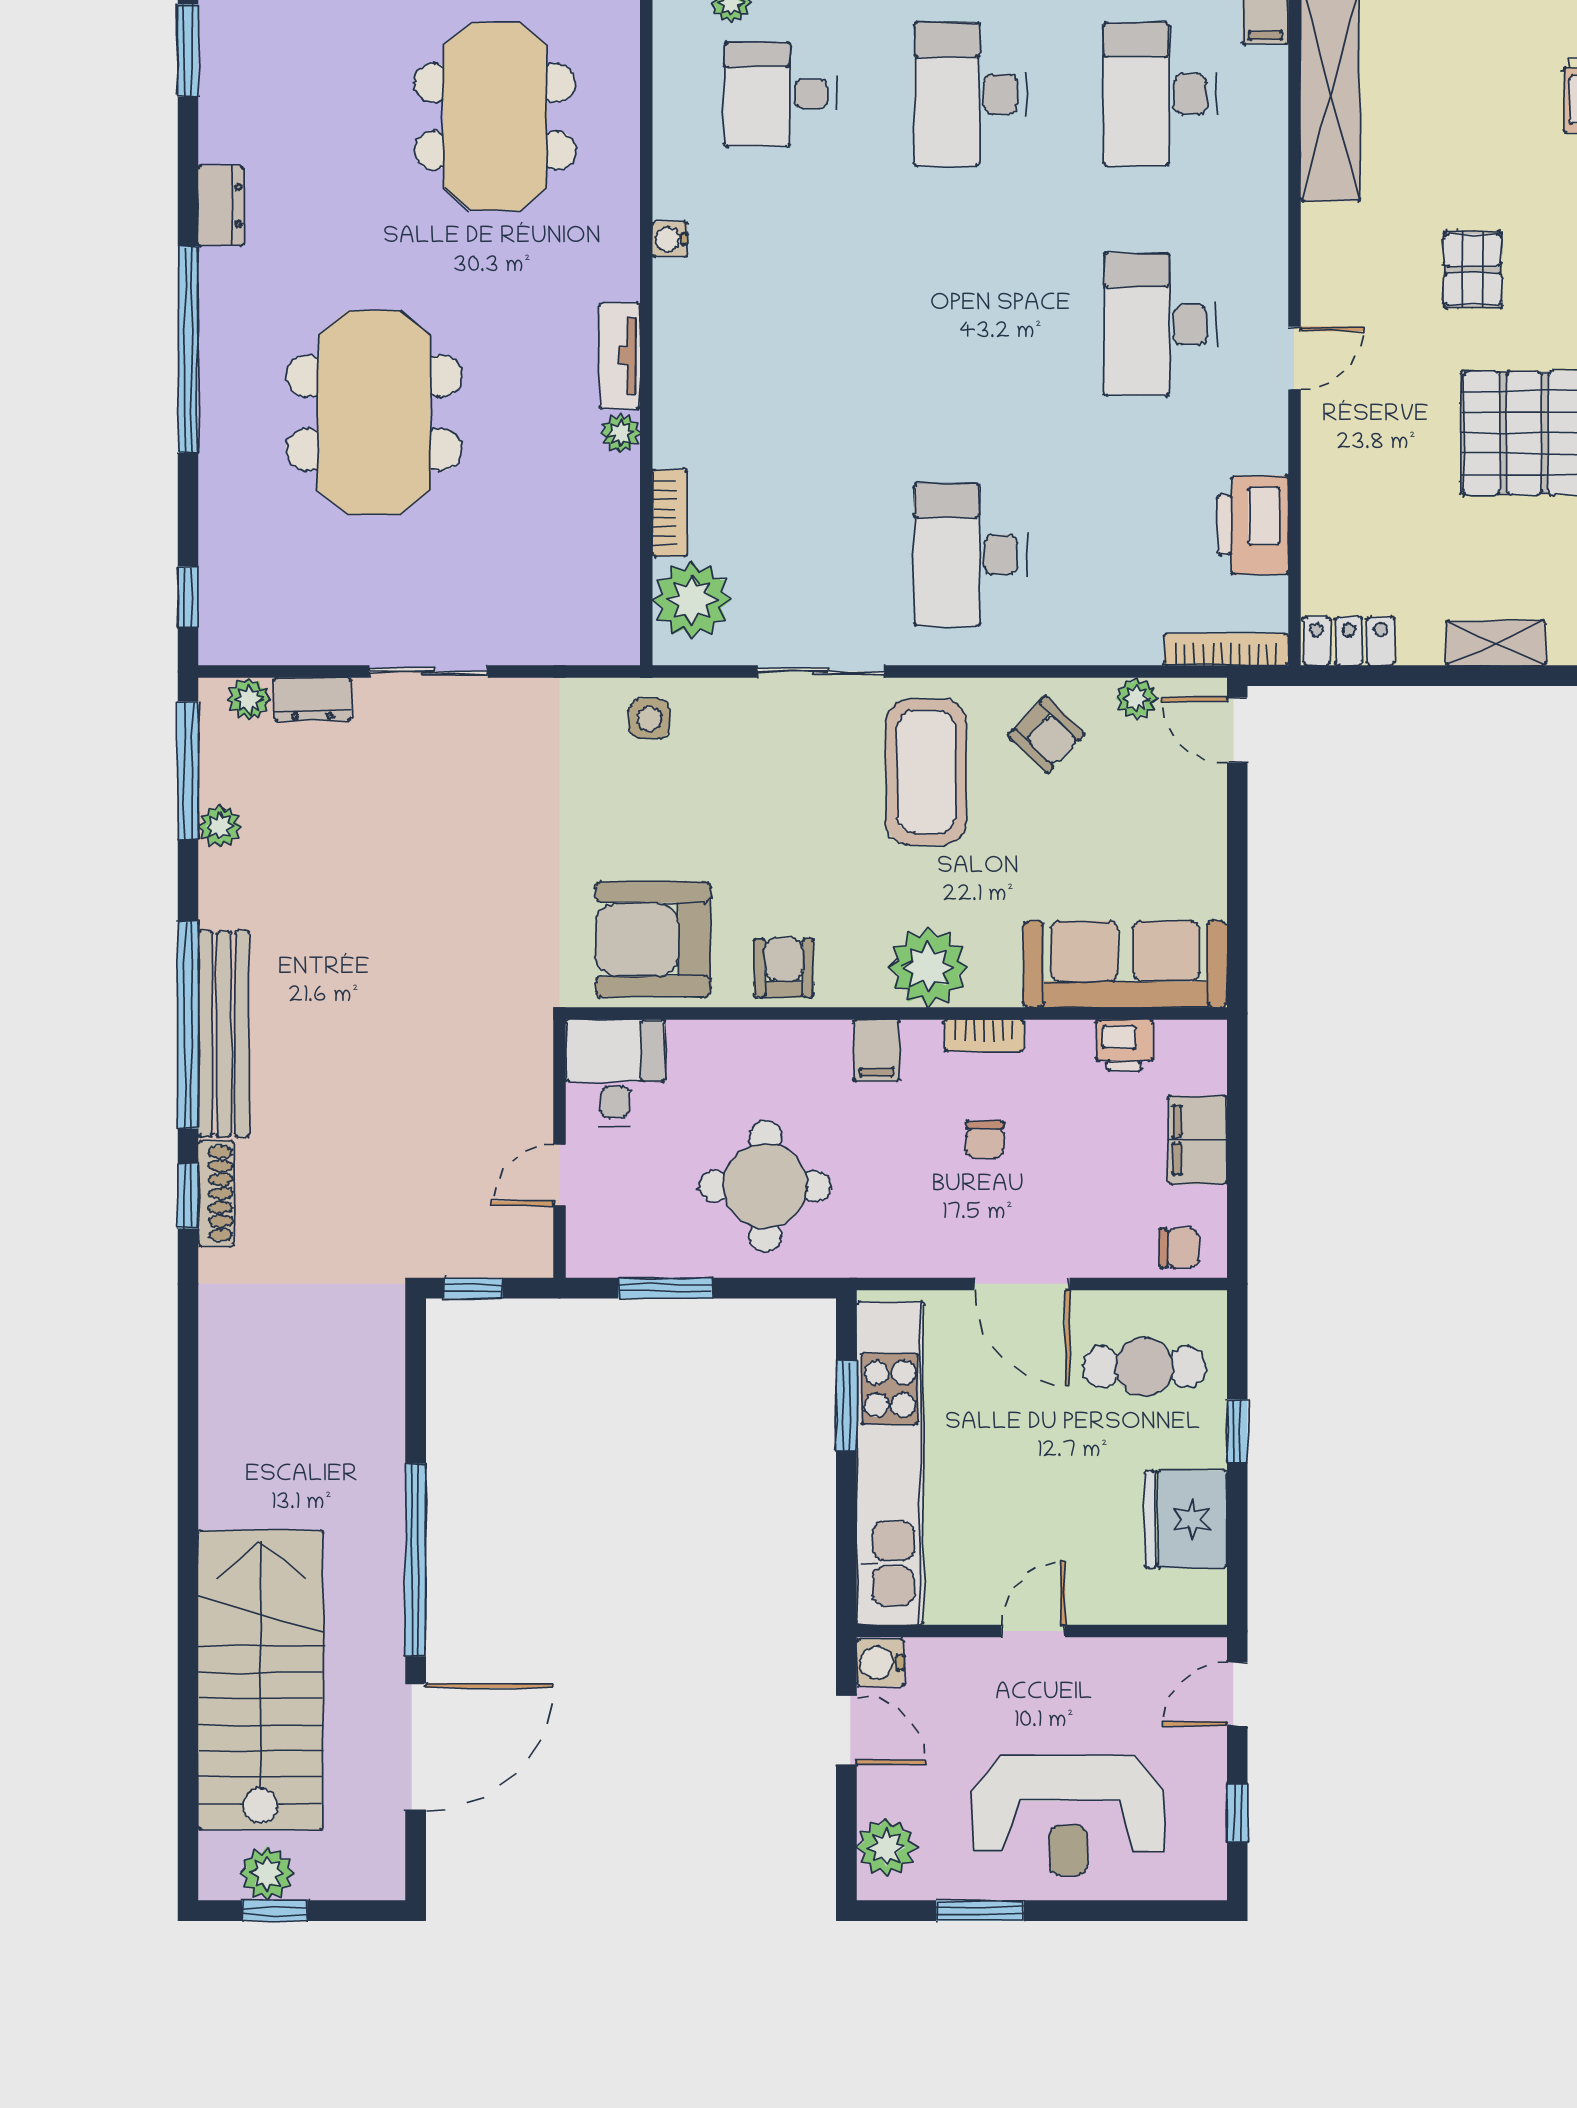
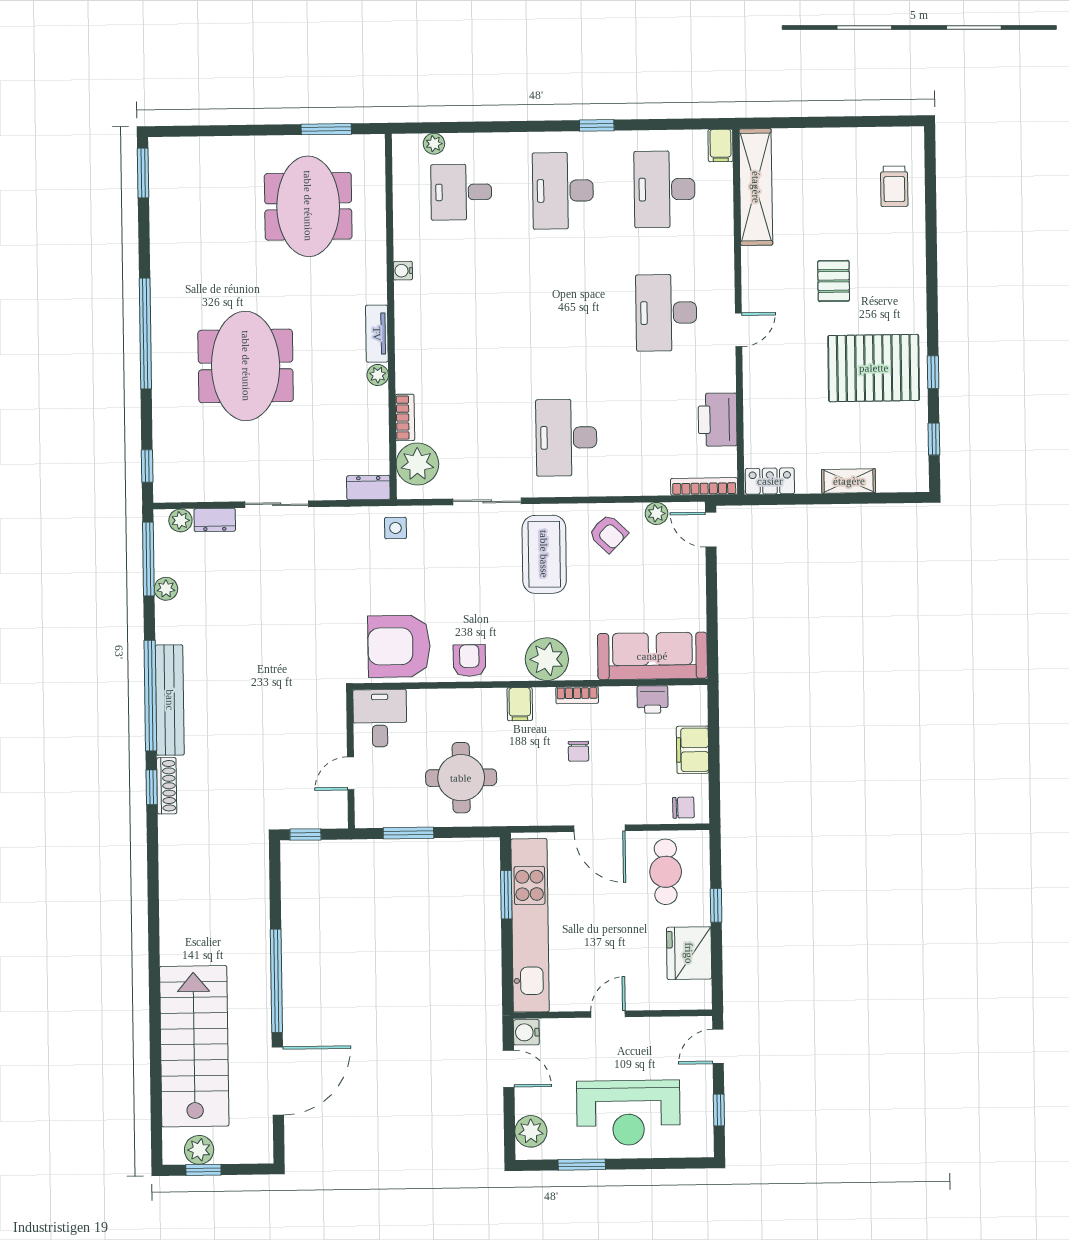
dresser: (221, 206) -> (368, 488), moved, turned -90
cafe table: (1144, 1367) -> (666, 872), turned 90

